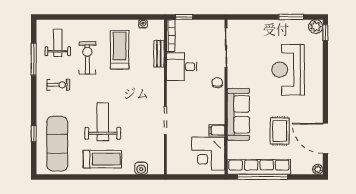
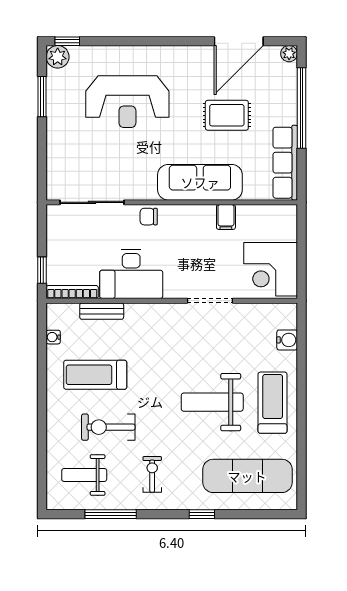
desk: (182, 67) -> (131, 274), width x1.37
window: (34, 134) -> (202, 514), moved
corner desk: (208, 154) -> (271, 269), moved, turned 90
row of seats: (259, 167) -> (285, 163), width x0.73
window: (263, 177) -> (302, 108), moved

